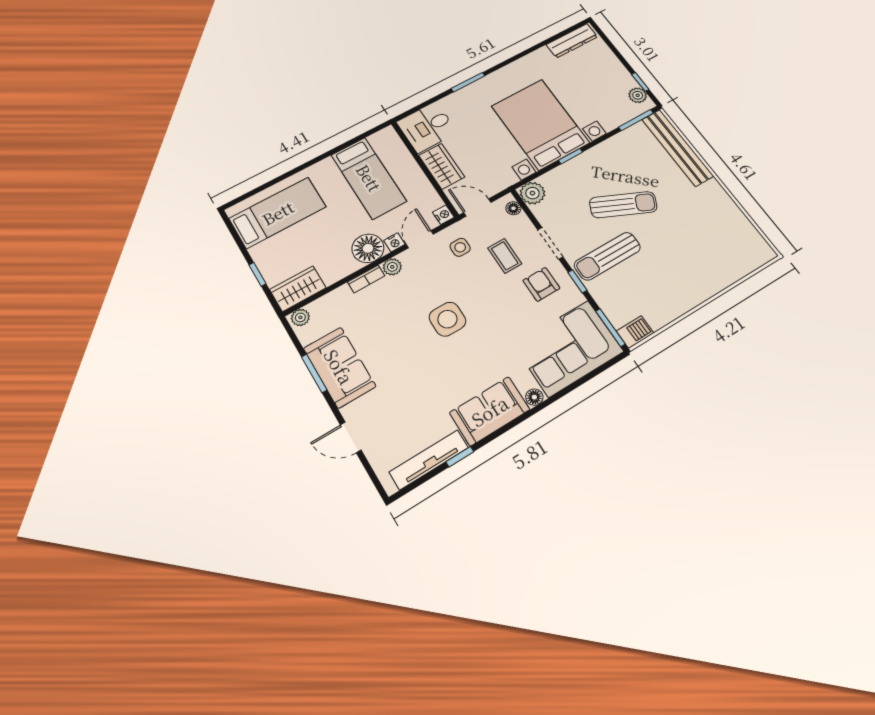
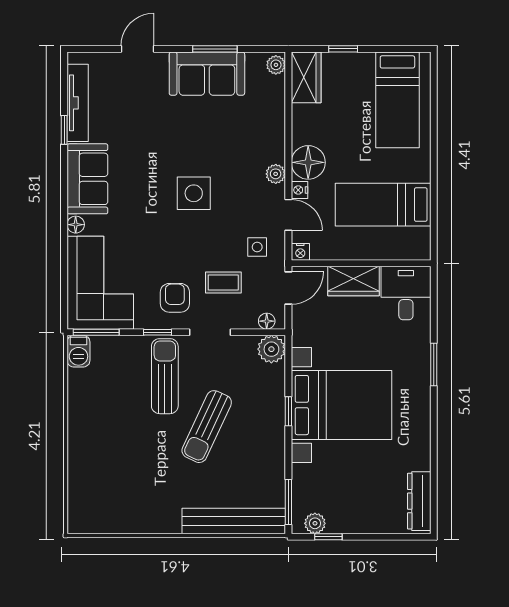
bookcase: (366, 279) -> (278, 144), removed
armchair: (541, 284) -> (175, 298), turned -90

